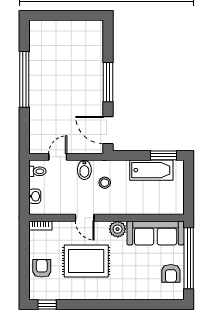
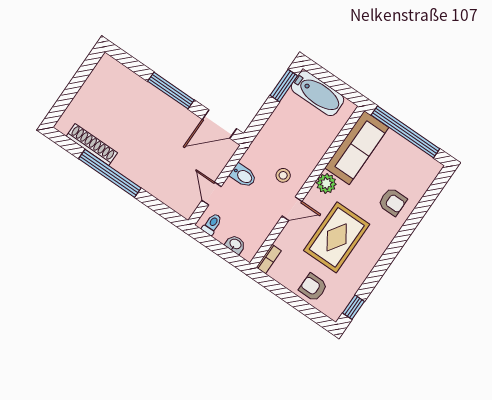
shoe rack: (35, 54) -> (92, 144), added
bathtub: (151, 170) -> (318, 93), moved, turned 90
stool: (105, 183) -> (283, 175), moved
armchair: (171, 273) -> (393, 202), moved

